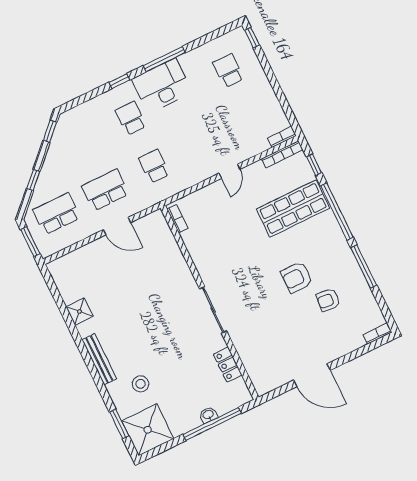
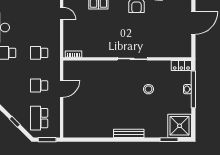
school desk: (105, 190) -> (39, 86), width x0.54
shower: (80, 312) -> (98, 131), removed
locker: (228, 365) -> (181, 65), moved
stool: (141, 384) -> (148, 89), moved

